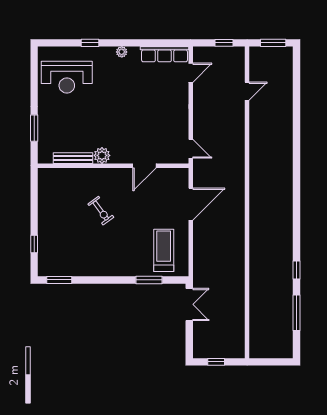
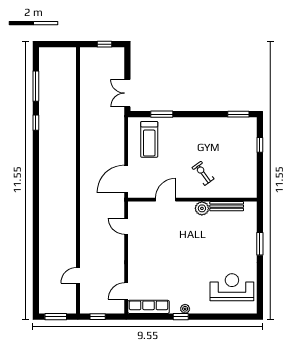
window: (90, 43) -> (181, 317), moved
plant: (102, 155) -> (202, 208), moved
bench: (73, 158) -> (227, 206), moved
wall: (113, 166) -> (192, 200), moved
door: (144, 166) -> (166, 200), moved

